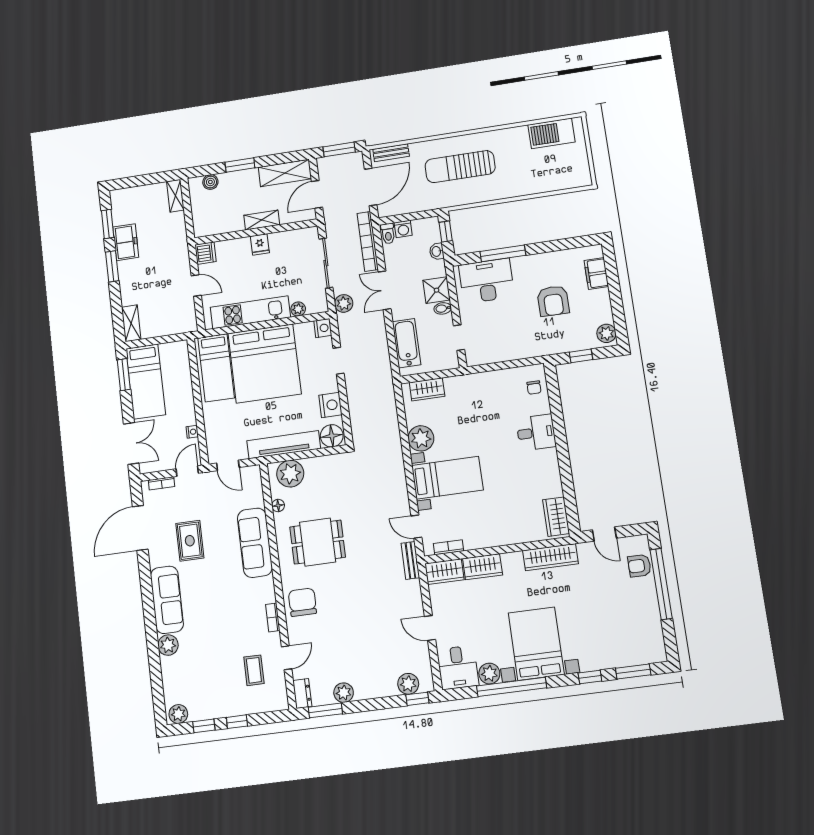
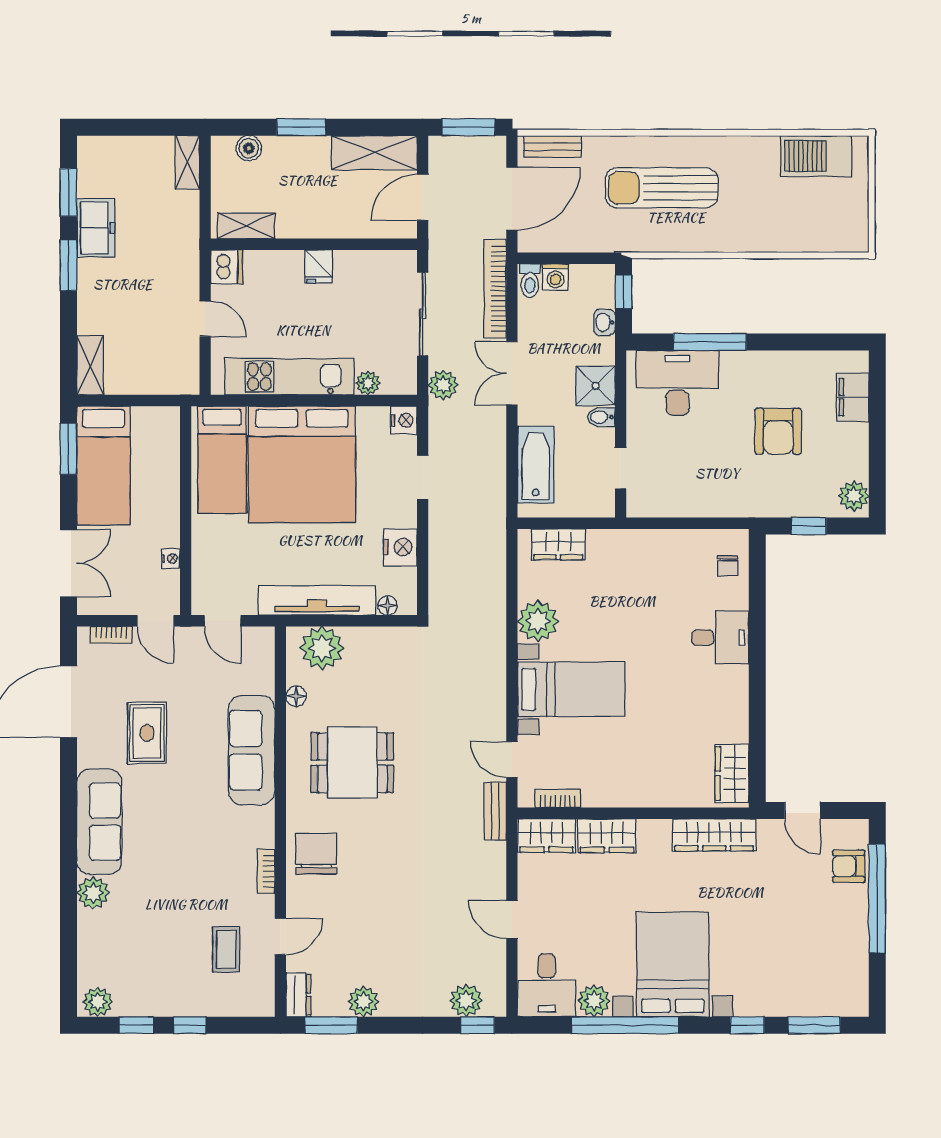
shelving: (262, 220) -> (246, 226), moved
floor lamp: (332, 436) -> (388, 606), width x0.53, depth x0.53
door: (187, 471) -> (155, 621), swing flipped

